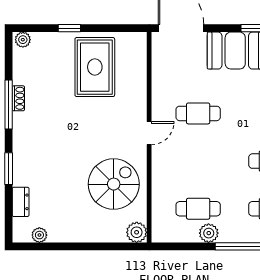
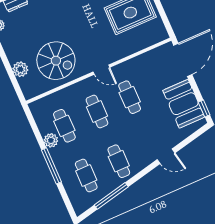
cafe table: (198, 161) -> (97, 111), added
plant: (137, 232) -> (20, 69), moved

